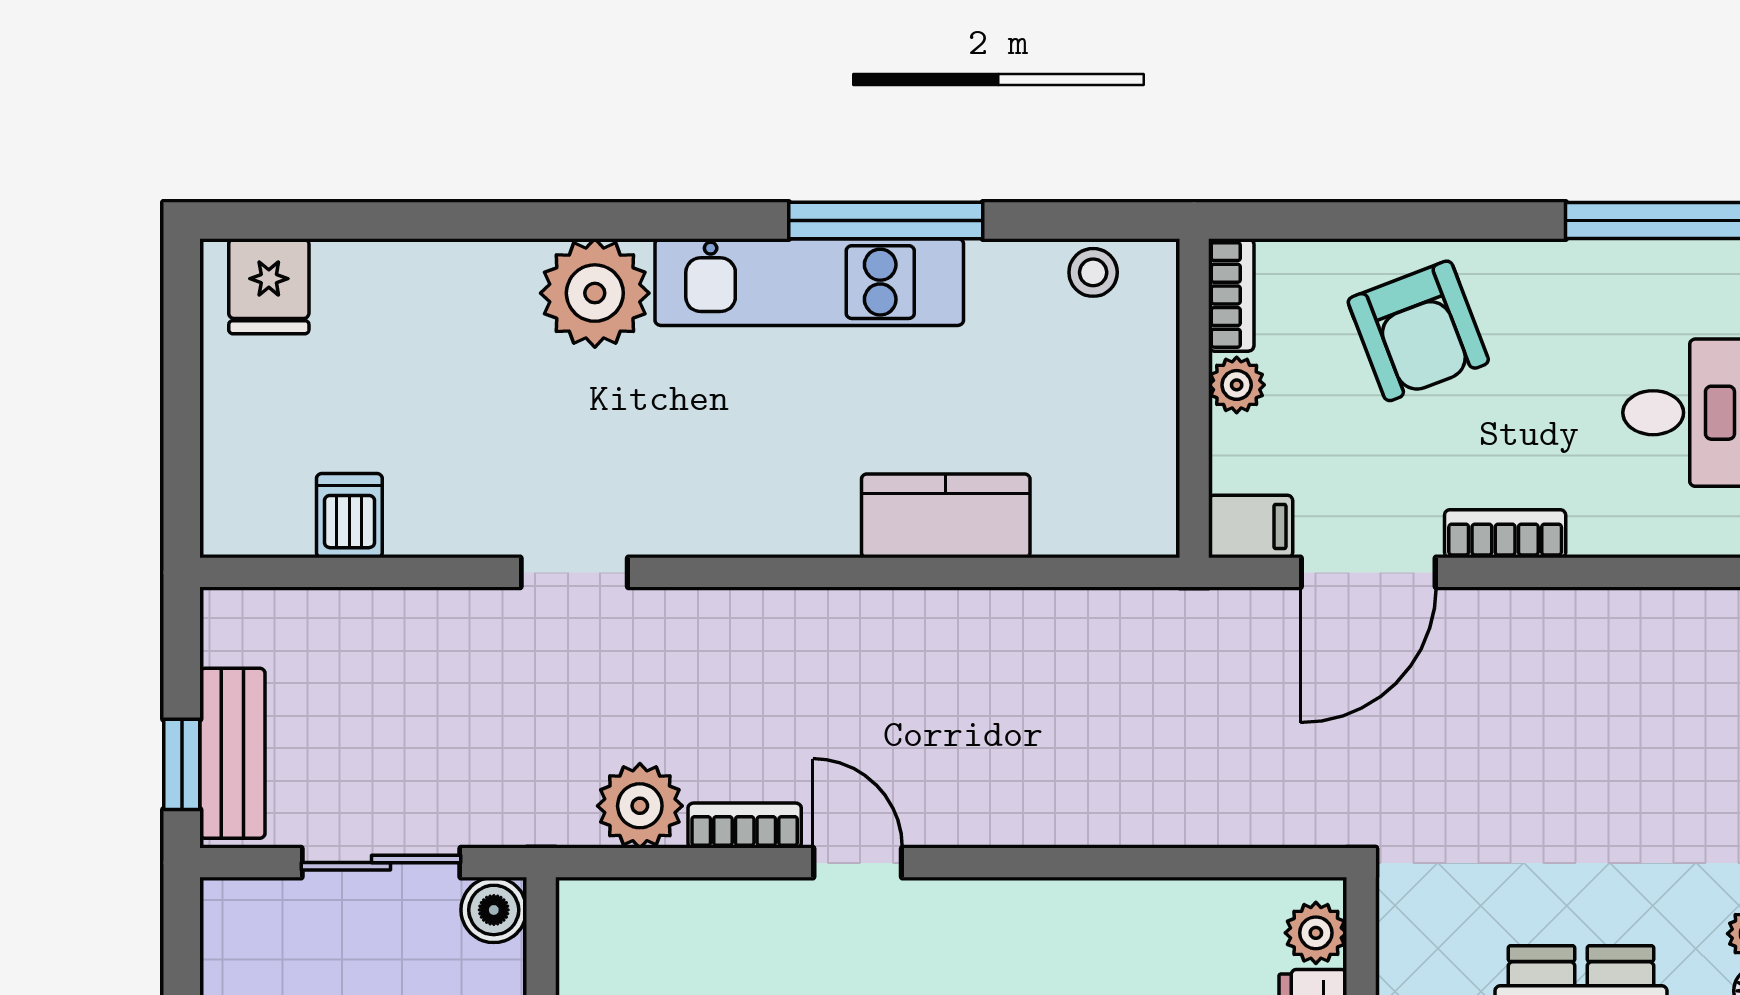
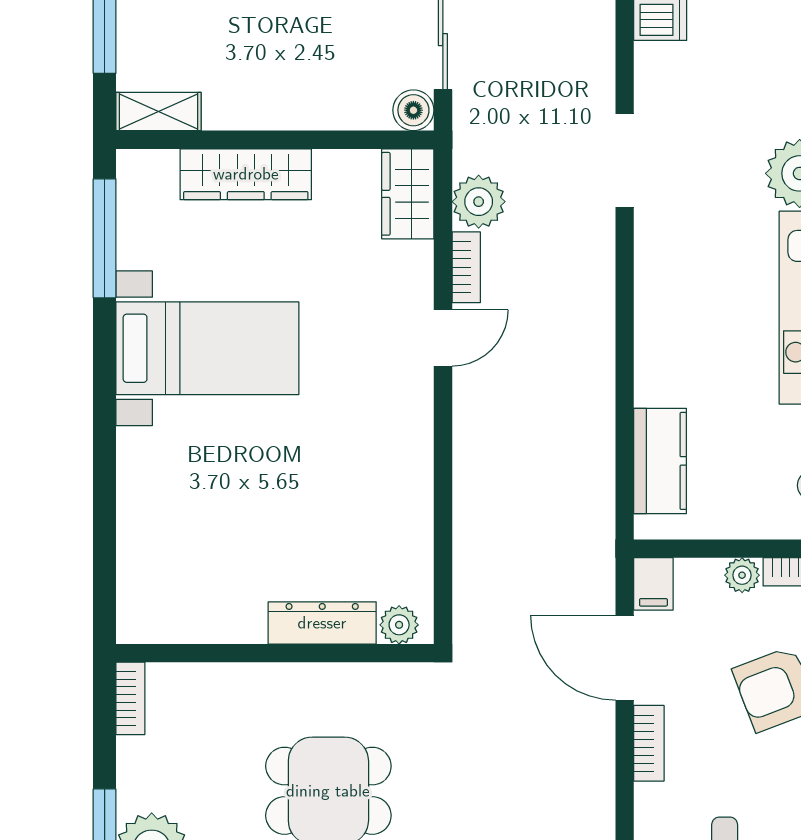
kitchen counter: (946, 516) -> (660, 461), moved
doorway: (574, 572) -> (625, 161), width x1.38
wardrobe: (627, 919) -> (408, 194), added

